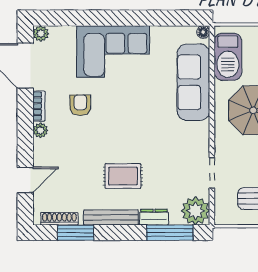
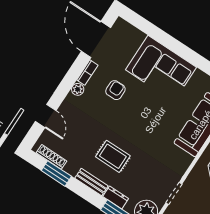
plant: (41, 33) -> (121, 25), removed
door: (25, 180) -> (46, 116), hinge flipped
bench: (111, 217) -> (91, 182), width x0.73

